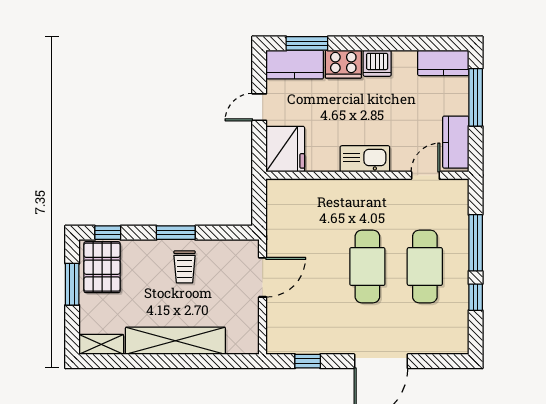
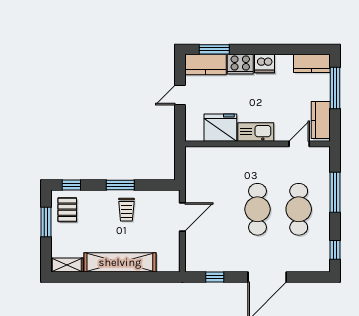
fridge: (285, 149) -> (220, 128), moved, turned -90
pallet: (102, 267) -> (67, 210), width x0.67, depth x0.71
window: (476, 297) -> (335, 250), moved

